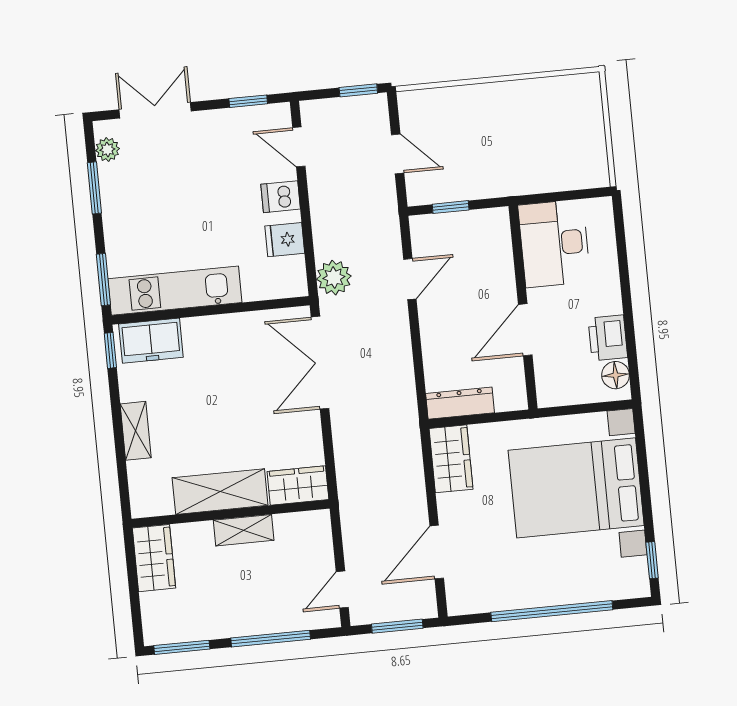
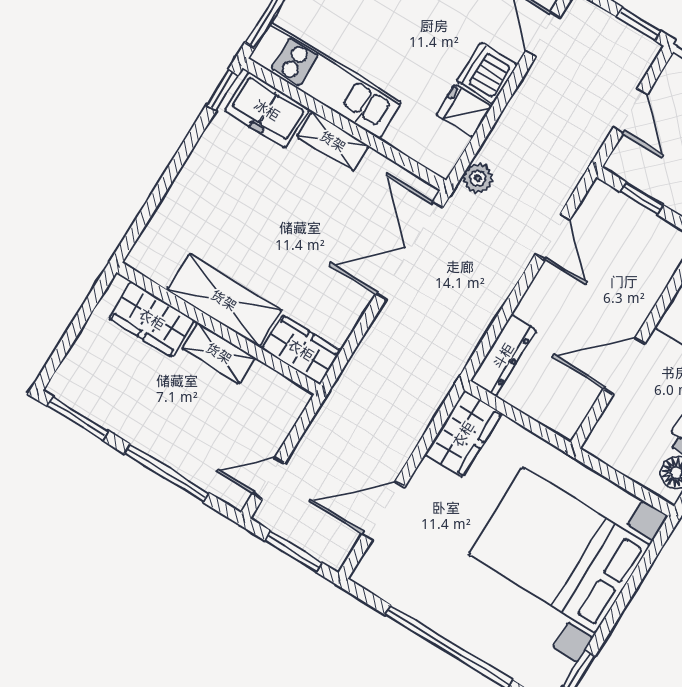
dishwasher: (281, 197) -> (487, 73), width x1.38
plant: (334, 278) -> (478, 178), width x0.73, depth x0.73
door: (410, 279) -> (553, 237), hinge flipped
dresser: (460, 403) -> (503, 356), moved, turned 90
shelving: (136, 431) -> (333, 141), moved, turned 90
wardrobe: (154, 558) -> (152, 319), moved, turned 90

